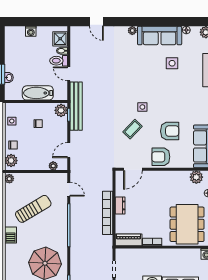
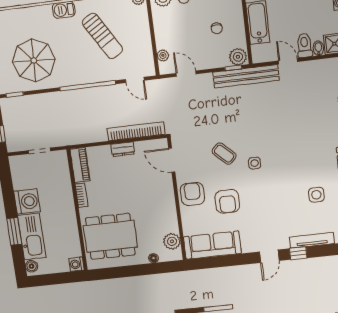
door: (69, 74) -> (288, 61), hinge flipped
door: (69, 189) -> (135, 80), hinge flipped
bookcase: (108, 213) -> (136, 131), moved

